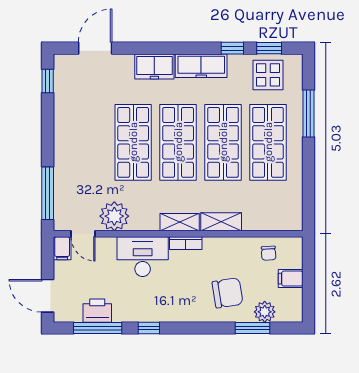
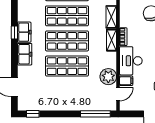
window: (232, 48) -> (14, 33), moved
freezer: (201, 66) -> (24, 32), width x0.71
filing cabinet: (62, 248) -> (126, 81), moved

